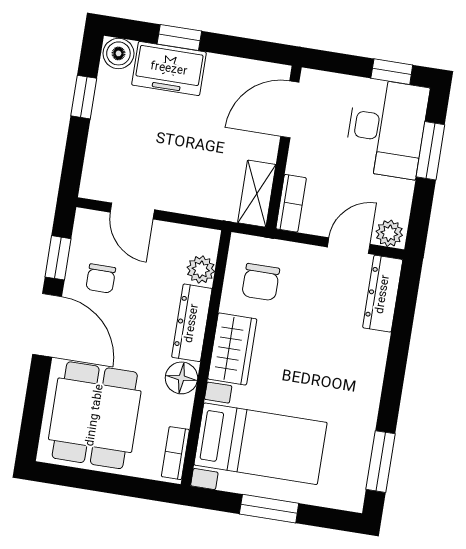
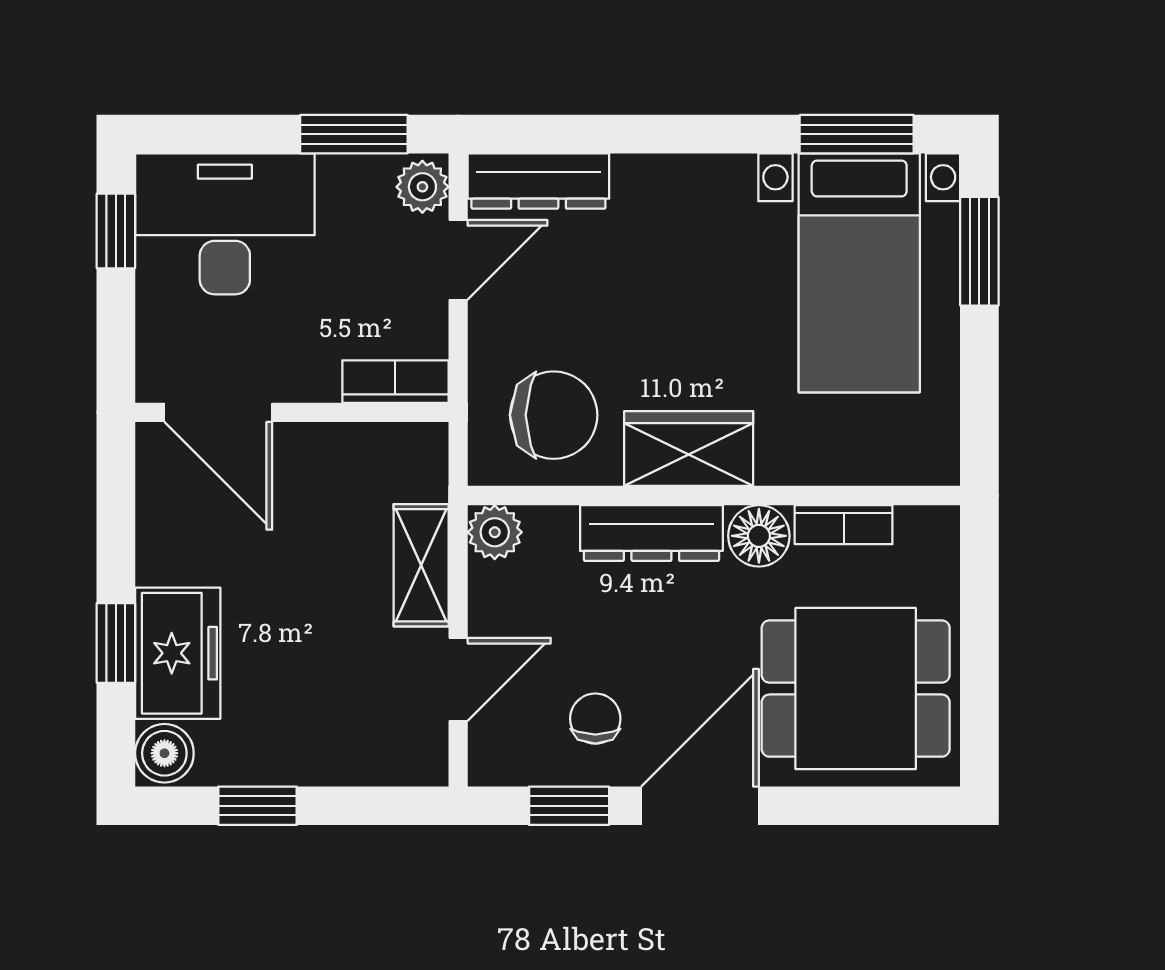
window: (430, 151) -> (354, 134), moved
shelving: (257, 194) -> (421, 565), moved, turned 90
door: (349, 246) -> (458, 260), swing flipped
plant: (201, 269) -> (495, 532), moved
chair: (101, 278) -> (595, 719), turned -90
chair: (261, 282) -> (554, 415), width x1.37, depth x1.37
bed with nightstands: (261, 444) -> (859, 273), moved, turned 180
bookcase: (175, 453) -> (844, 525), moved
window: (269, 509) -> (979, 251), moved

